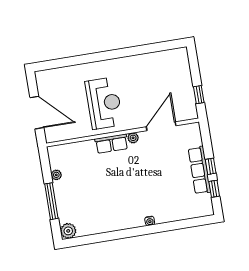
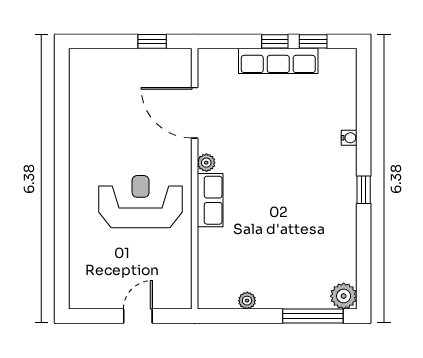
door: (37, 113) -> (138, 316), width x0.53
window: (51, 201) -> (313, 316), moved
water cooler: (150, 221) -> (349, 138), moved
window: (132, 232) -> (364, 190), added

